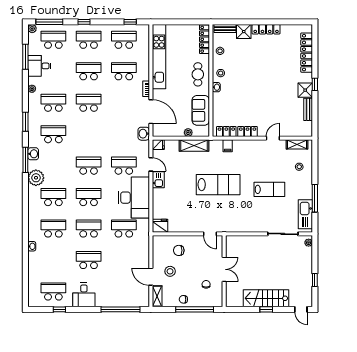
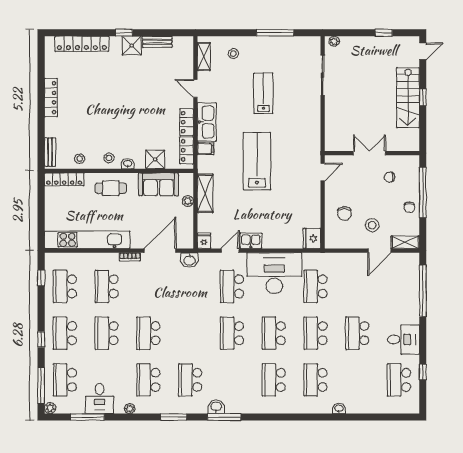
shower: (244, 32) -> (155, 159), moved
plant: (36, 178) -> (248, 403), removed
kitchen sink: (305, 214) -> (207, 122), moved, turned -90

